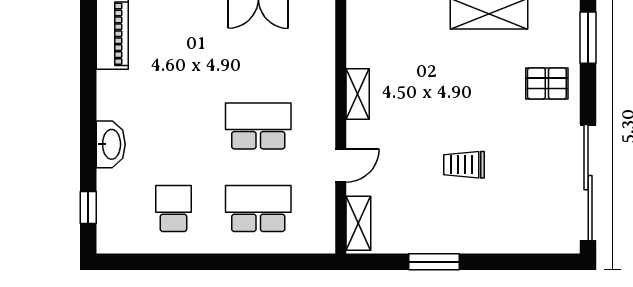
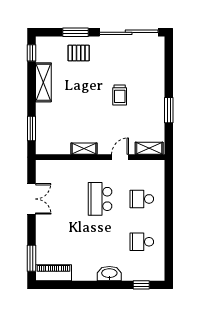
window: (588, 38) -> (75, 32), moved
pallet: (547, 83) -> (79, 53), turned 90
door: (341, 165) -> (120, 157), hinge flipped
school desk: (258, 209) -> (142, 199), width x0.54

